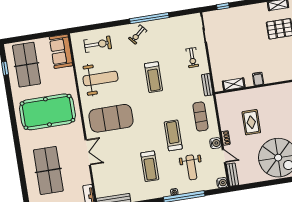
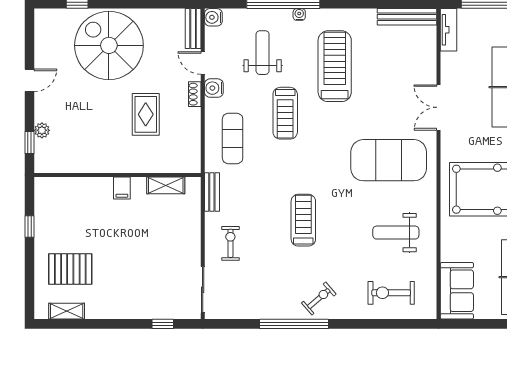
weight bench: (100, 78) -> (396, 233), width x0.73, depth x0.75
treadmill: (150, 166) -> (335, 66), width x1.37, depth x1.38

